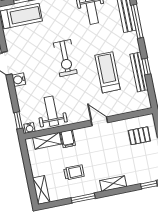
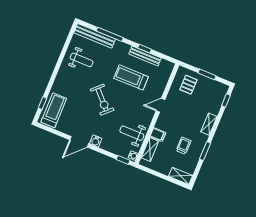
exercise bike: (65, 58) -> (102, 100), turned 46

